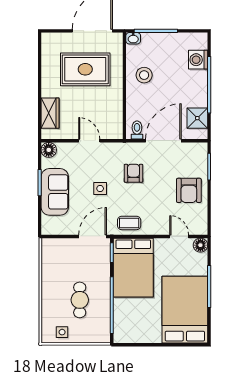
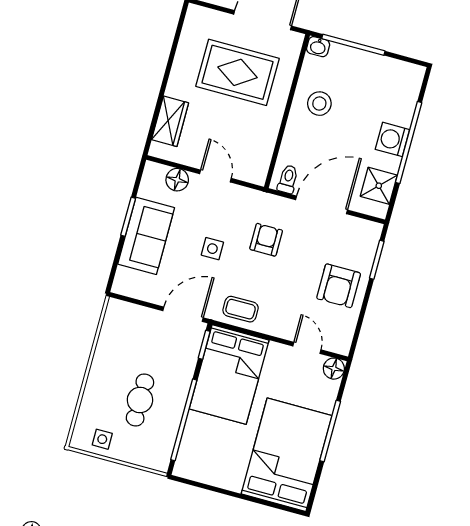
washing machine: (198, 60) -> (392, 139), moved
floor lamp: (49, 150) -> (177, 180), moved

